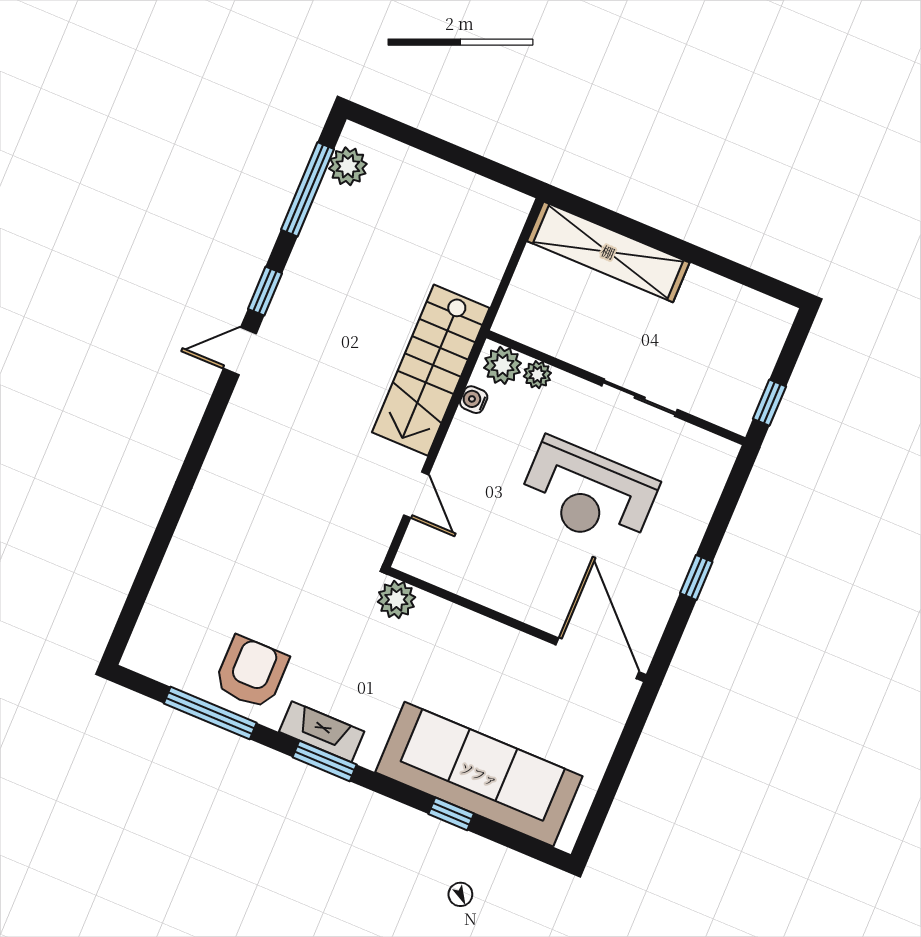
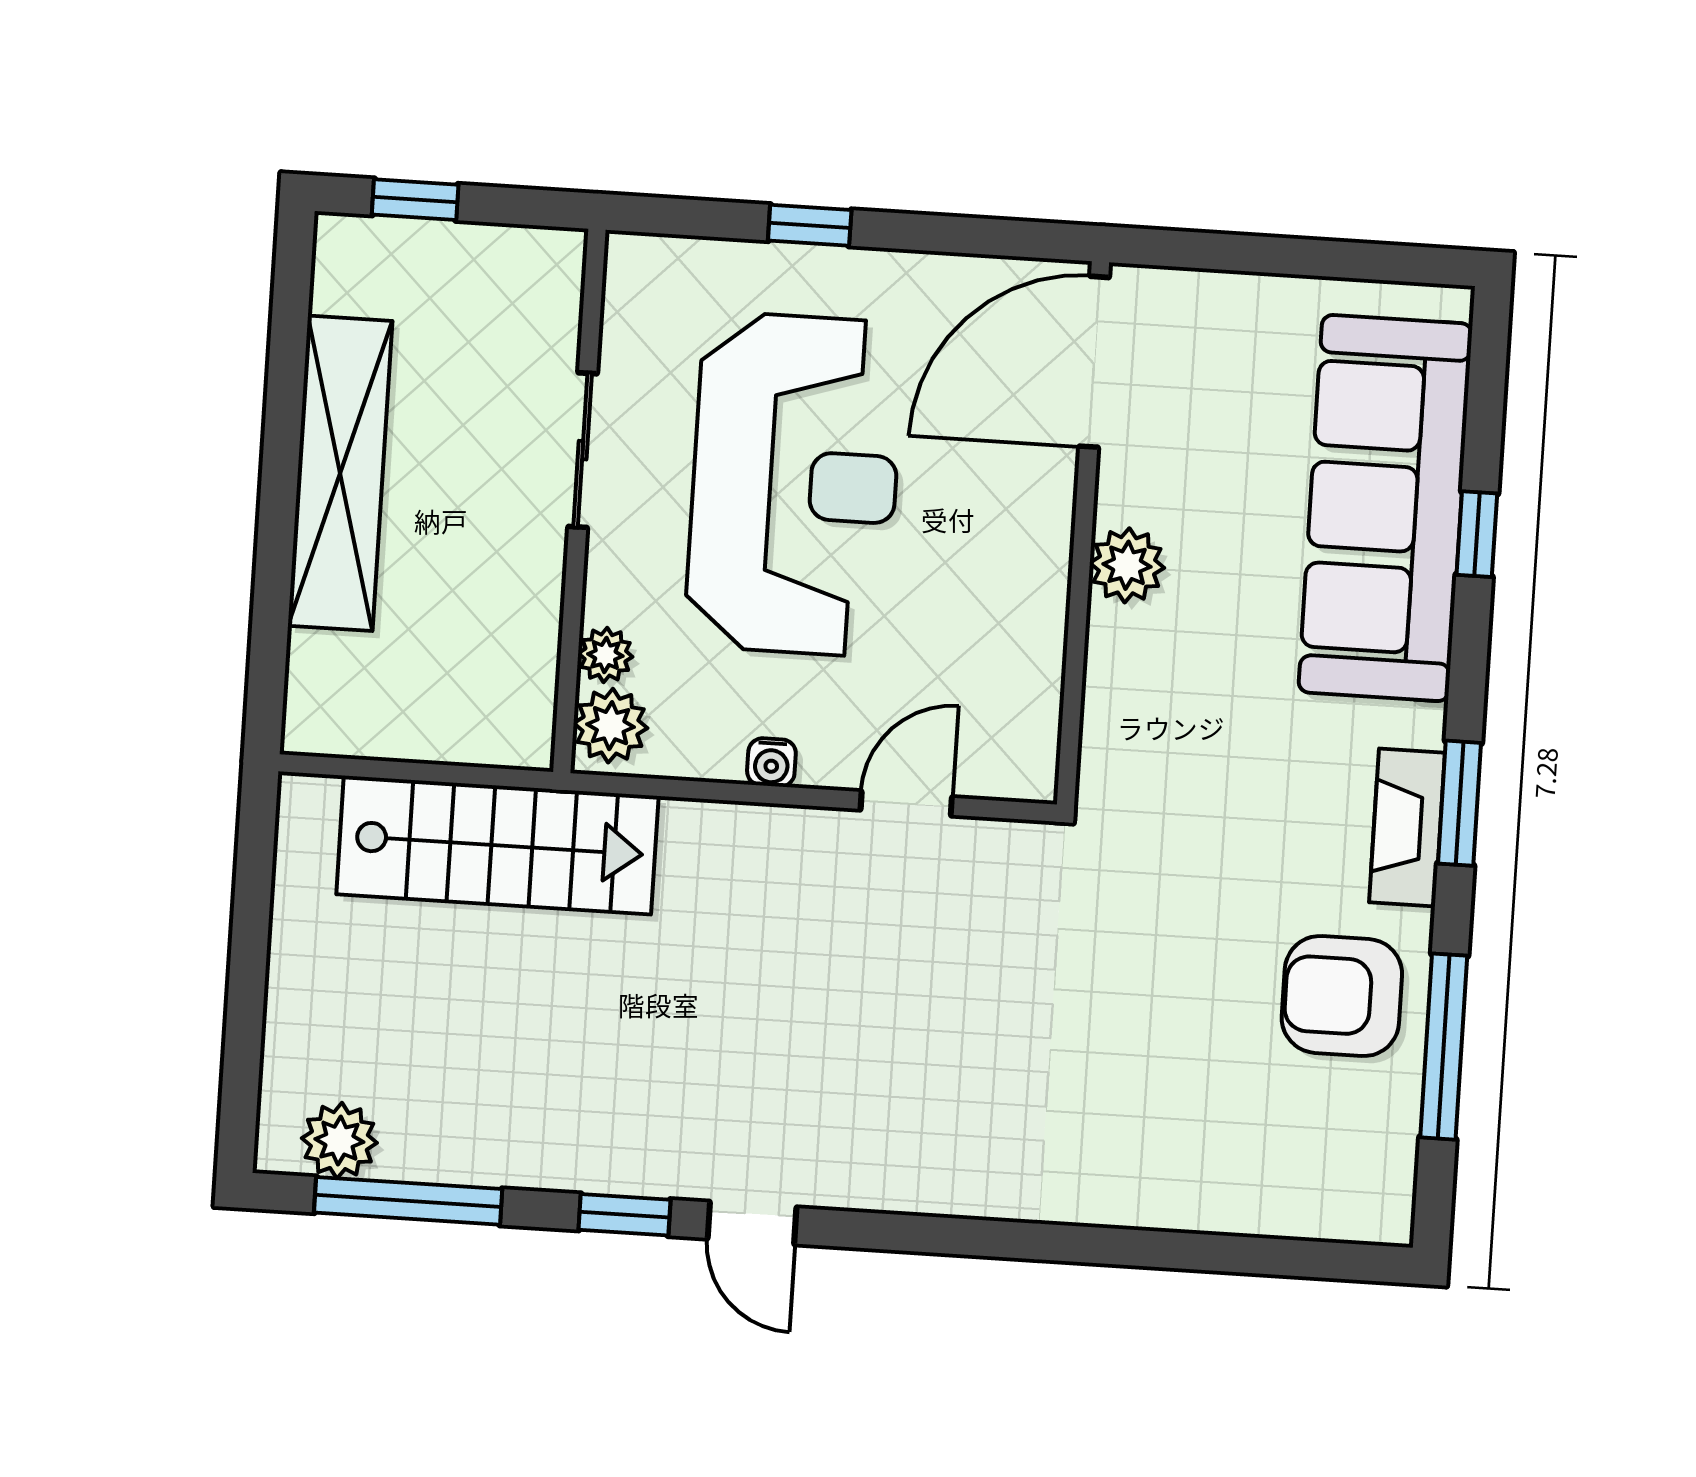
shelving: (608, 252) -> (340, 473), moved
stairs: (431, 370) -> (497, 845), moved
water cooler: (474, 400) -> (771, 762), moved
window: (769, 403) -> (415, 200), moved
reception desk: (588, 494) -> (795, 484), width x1.36, depth x1.30
window: (696, 578) -> (810, 225), moved
plant: (396, 600) -> (1127, 565), moved

